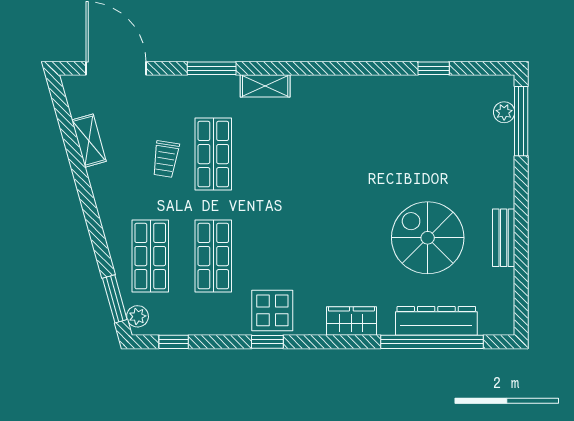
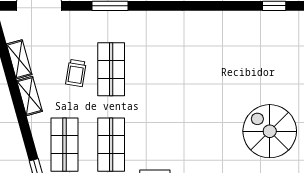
shelving: (265, 86) -> (29, 96), moved, turned 74

